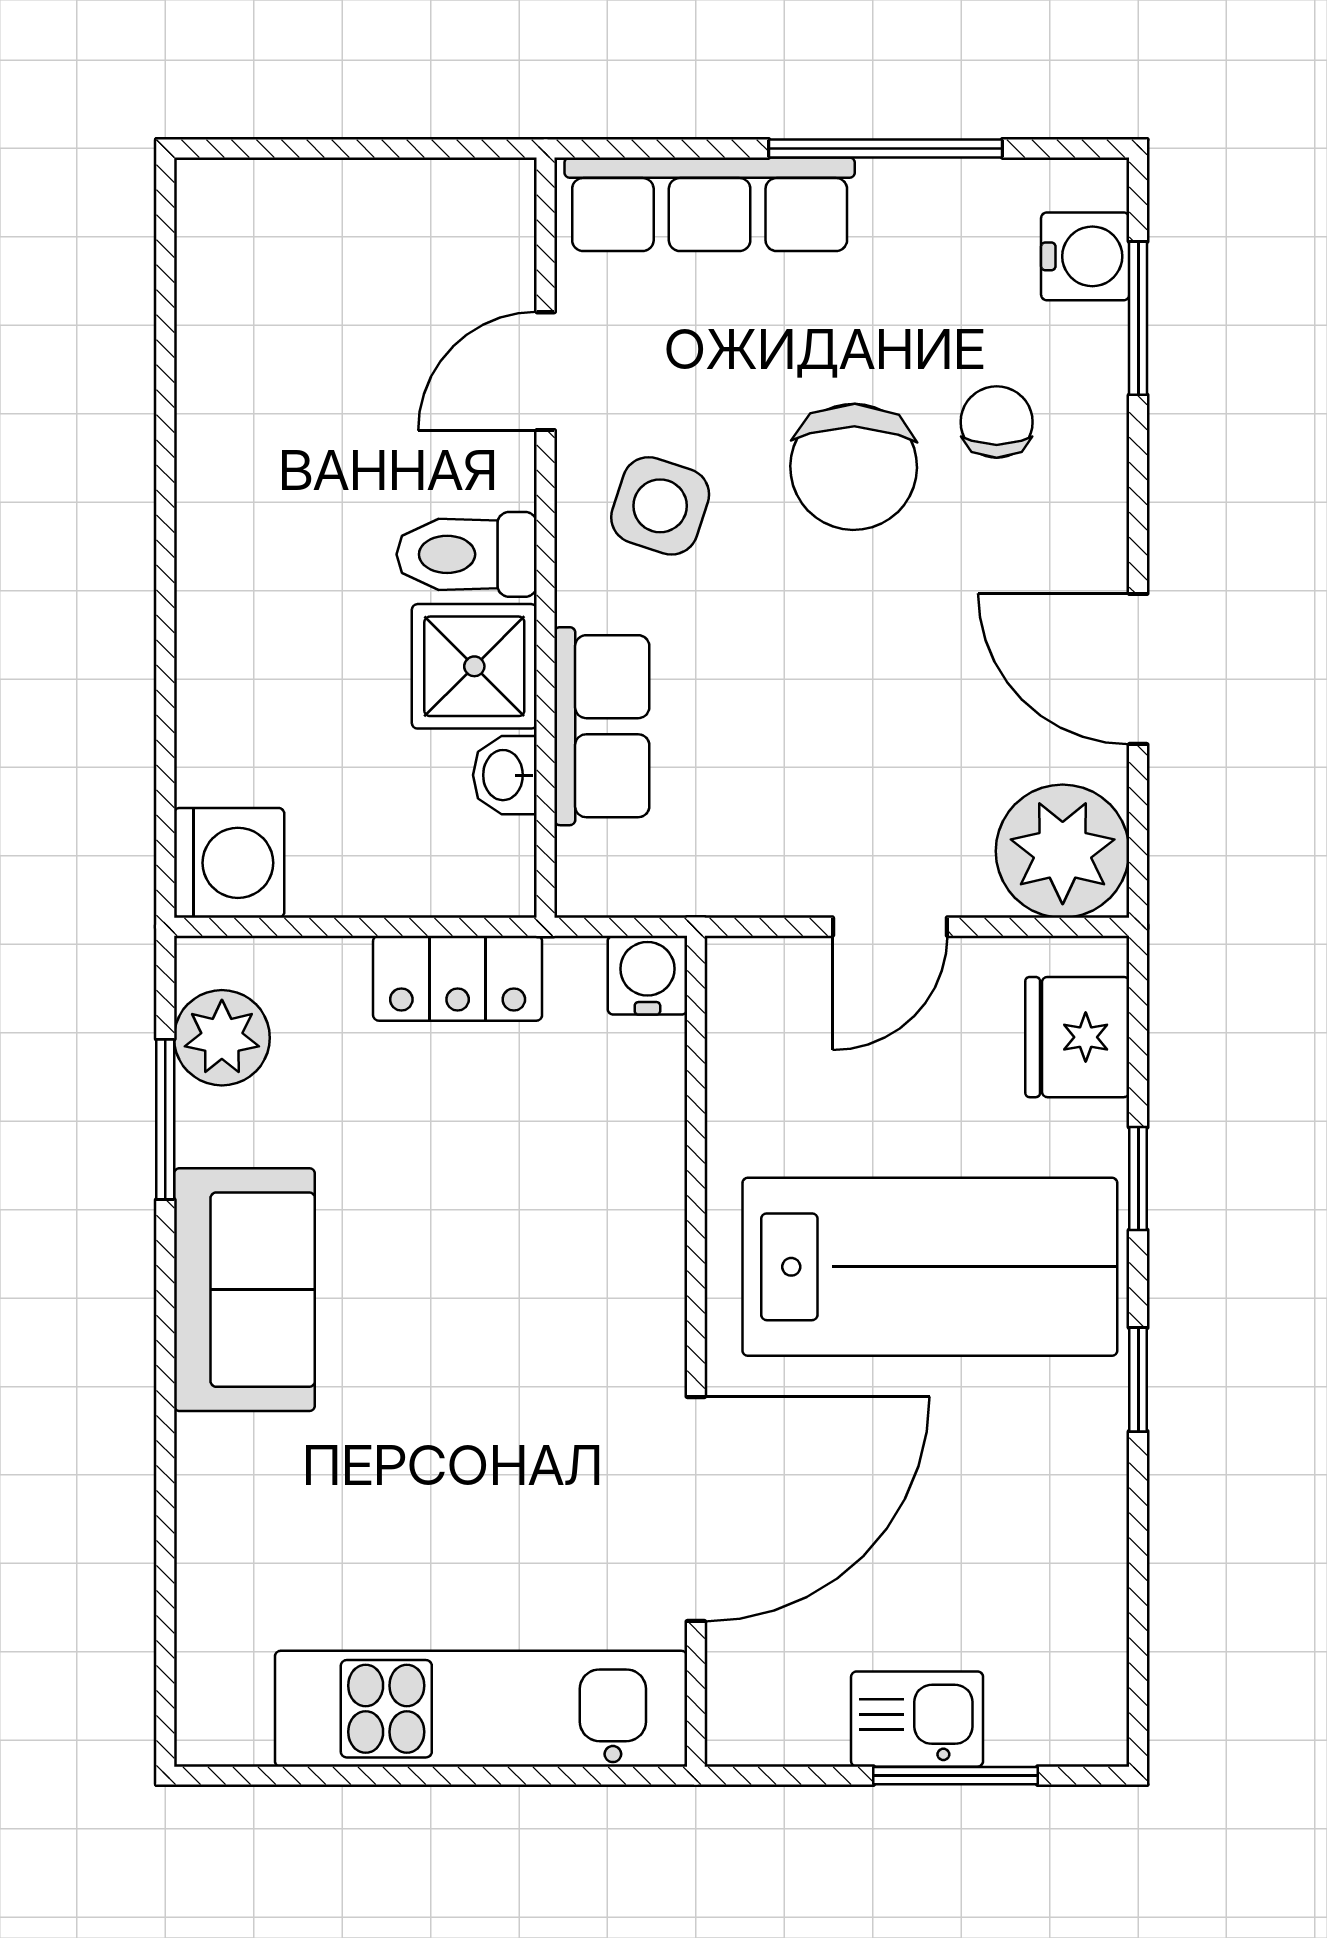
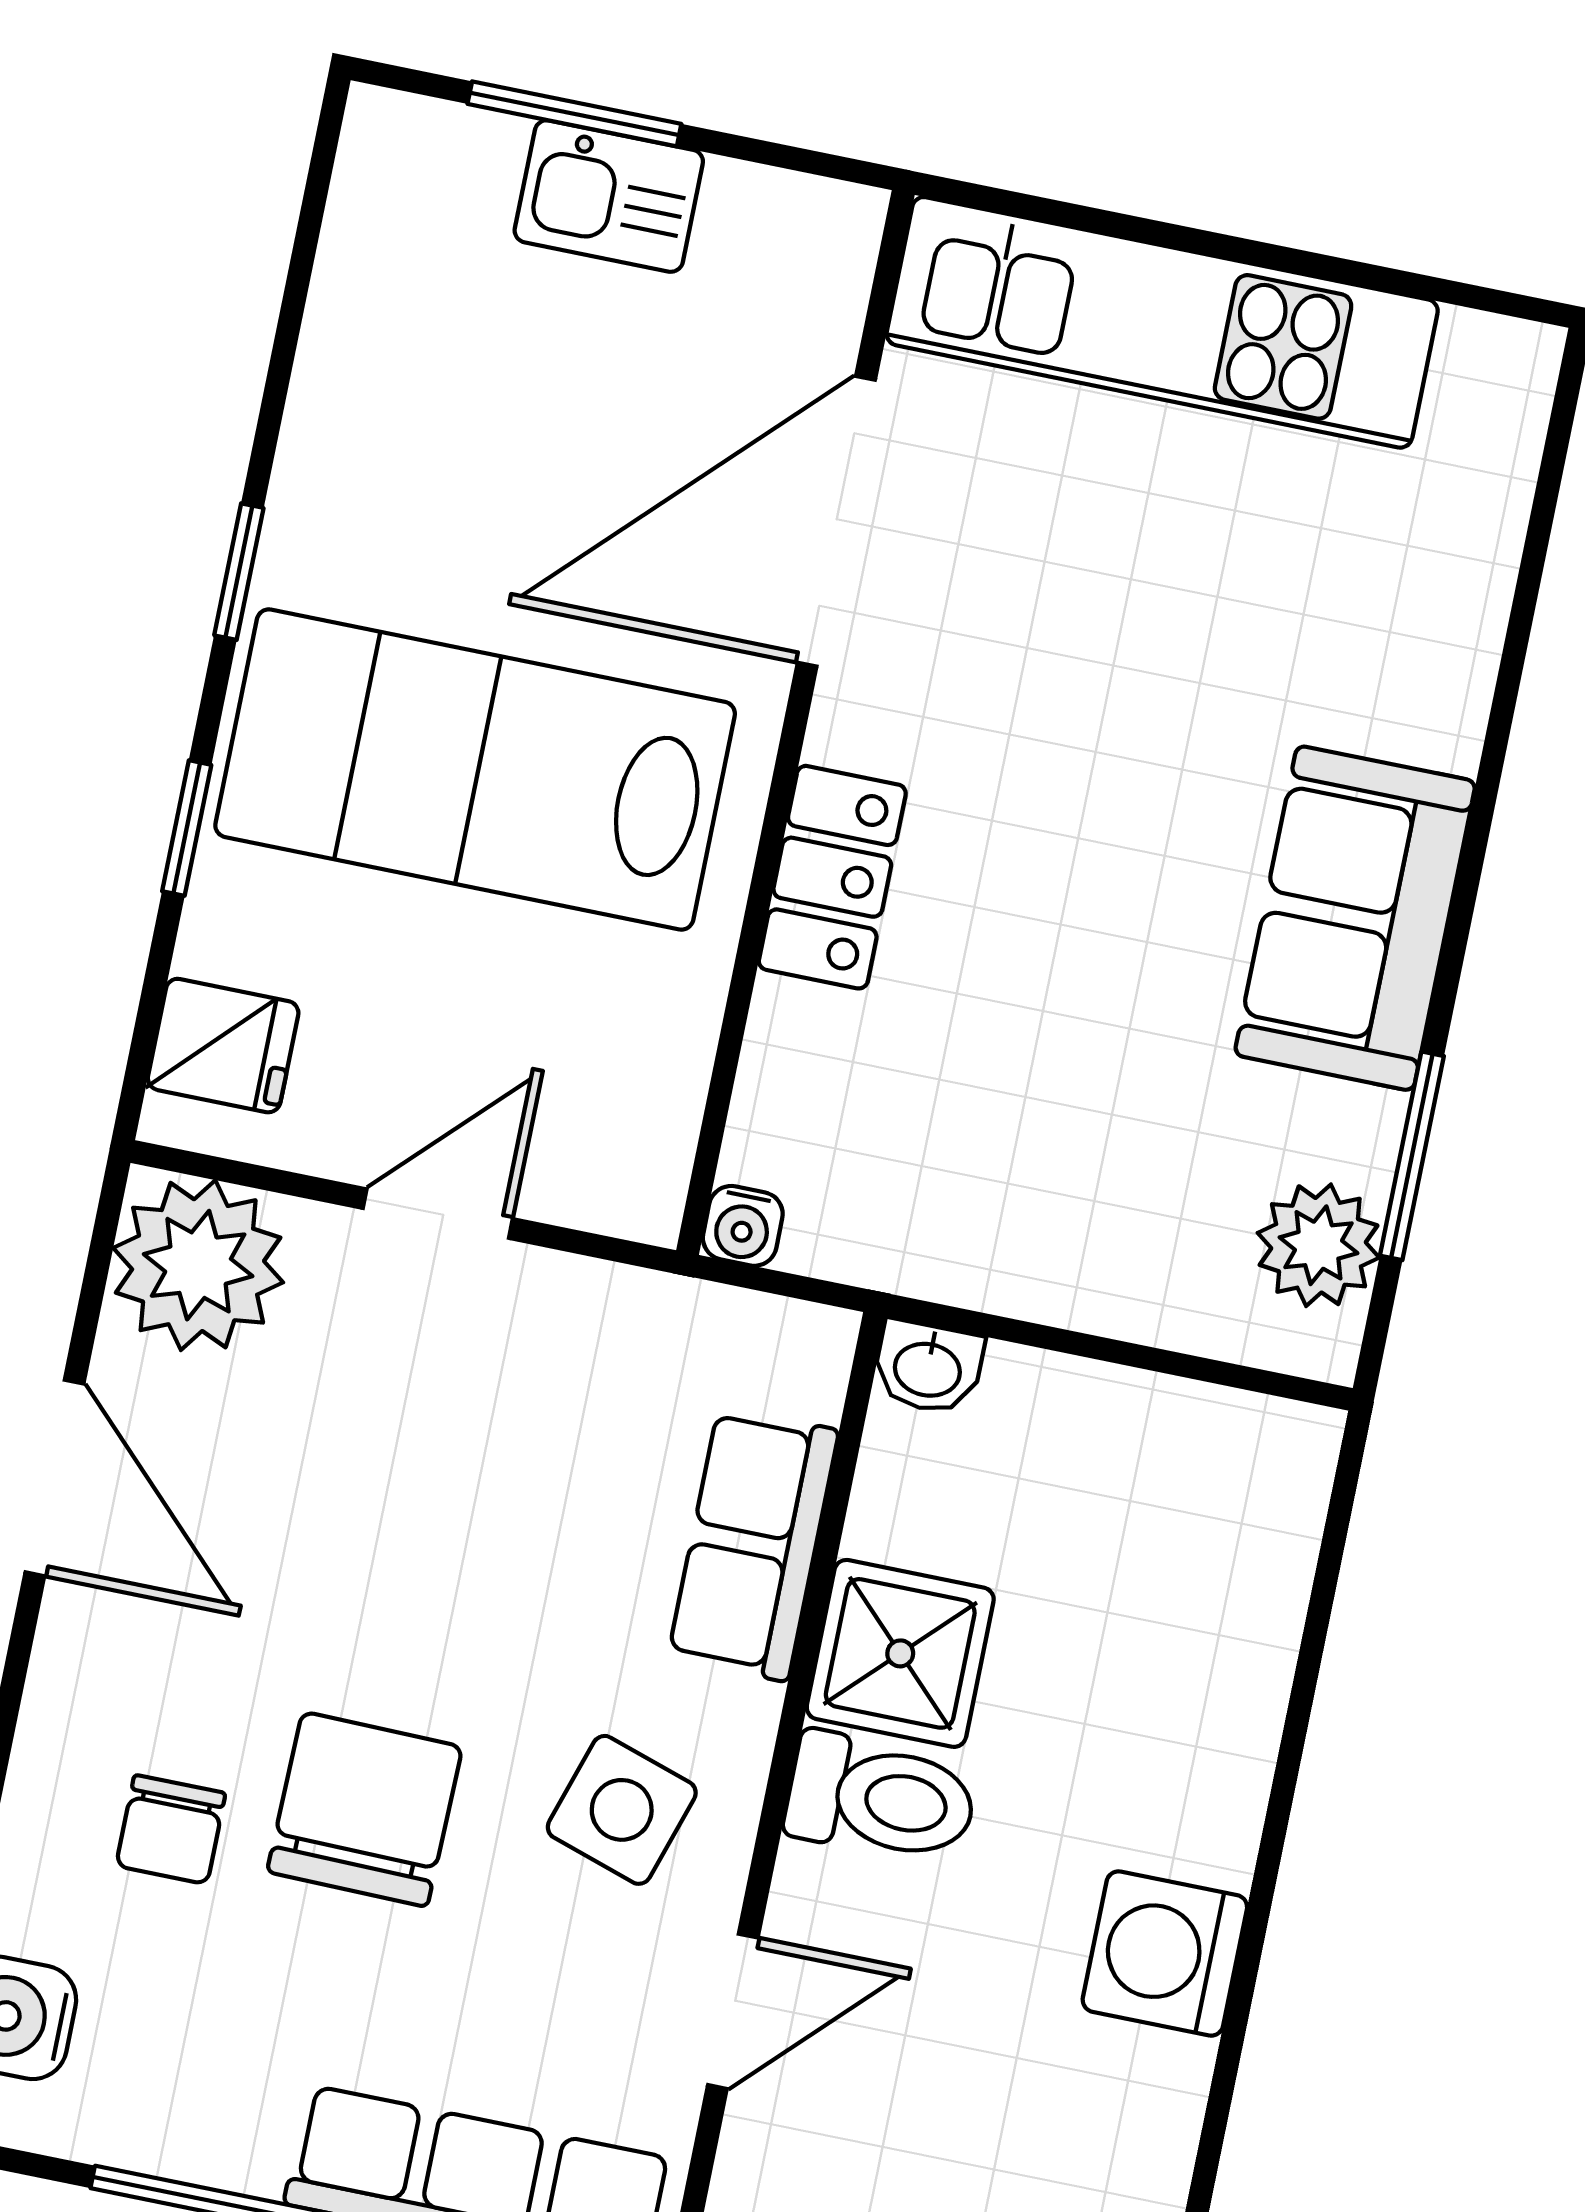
washbasin: (505, 775) -> (928, 1367), moved, turned 90
washing machine: (229, 863) -> (1165, 1953), moved
water cooler: (647, 975) -> (743, 1226), width x0.72, depth x0.72
locker: (458, 978) -> (832, 877), moved, turned 90
fridge: (1077, 1037) -> (223, 1046), width x0.72

